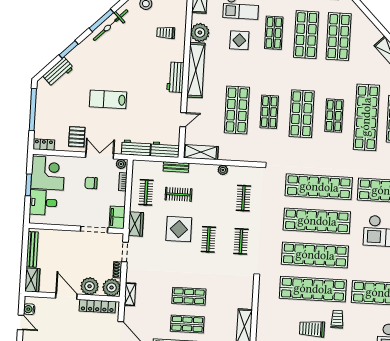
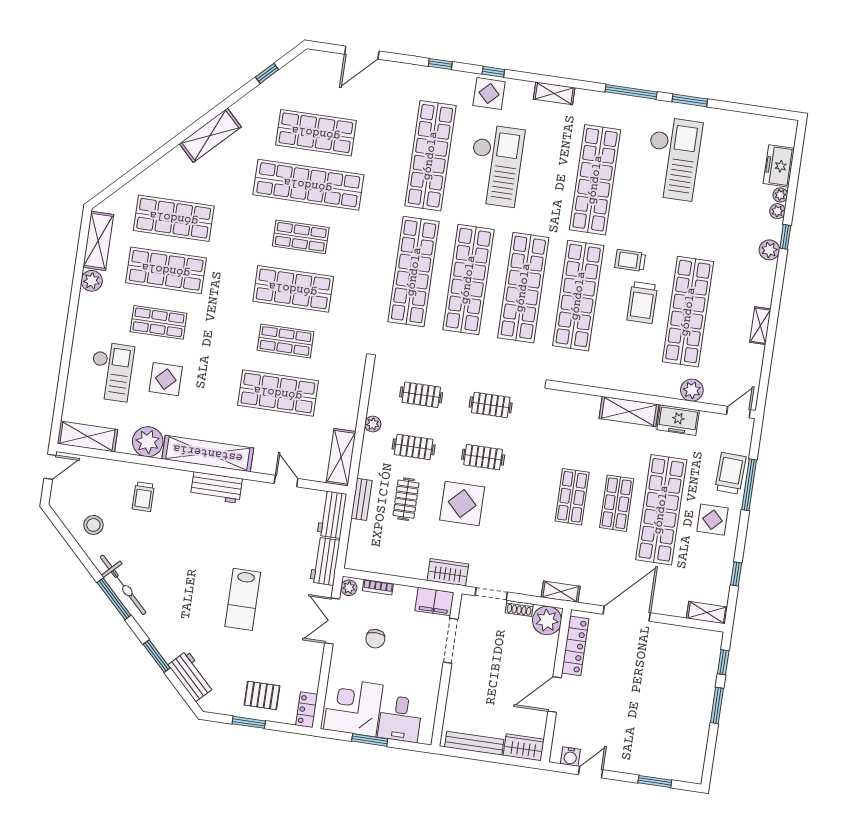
window: (33, 110) -> (249, 722), width x0.47
pallet: (77, 137) -> (262, 695), moved
clothes rail: (146, 192) -> (414, 447), moved
plant: (90, 286) -> (542, 656), removed

